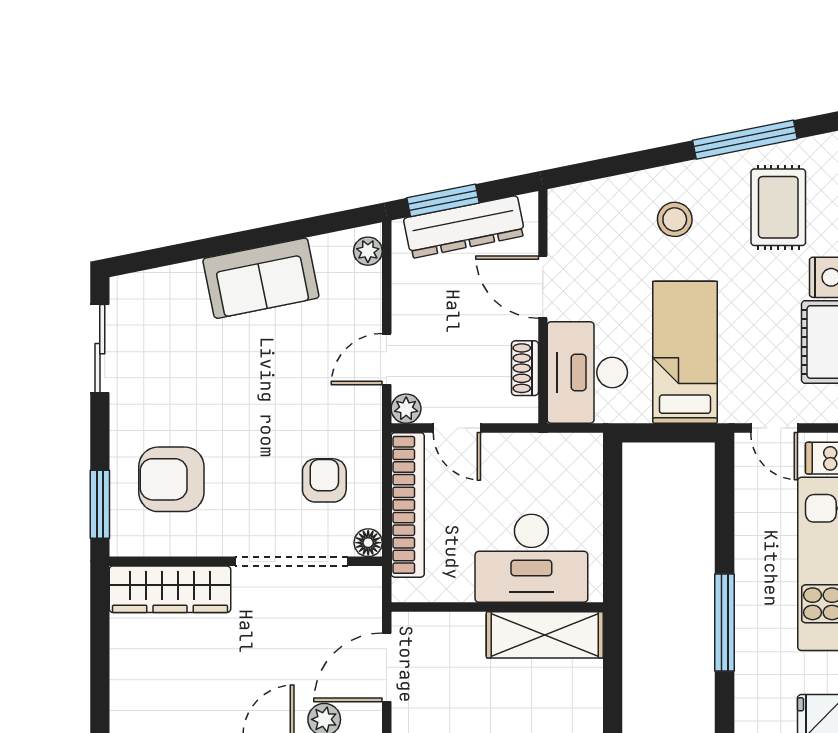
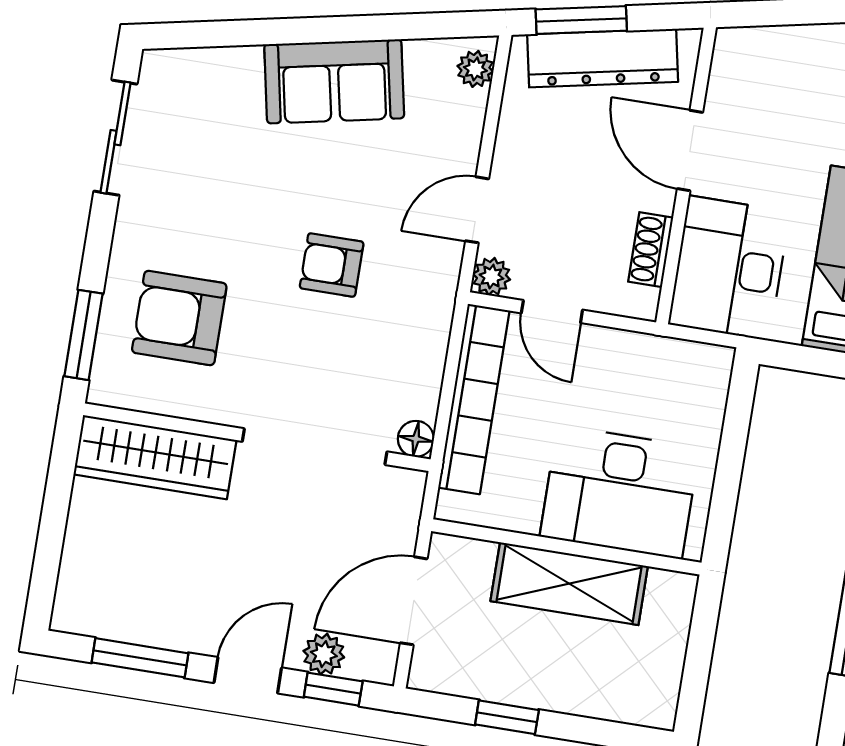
armchair: (324, 480) -> (332, 265), moved, turned -90
shelving: (545, 635) -> (569, 584), moved

